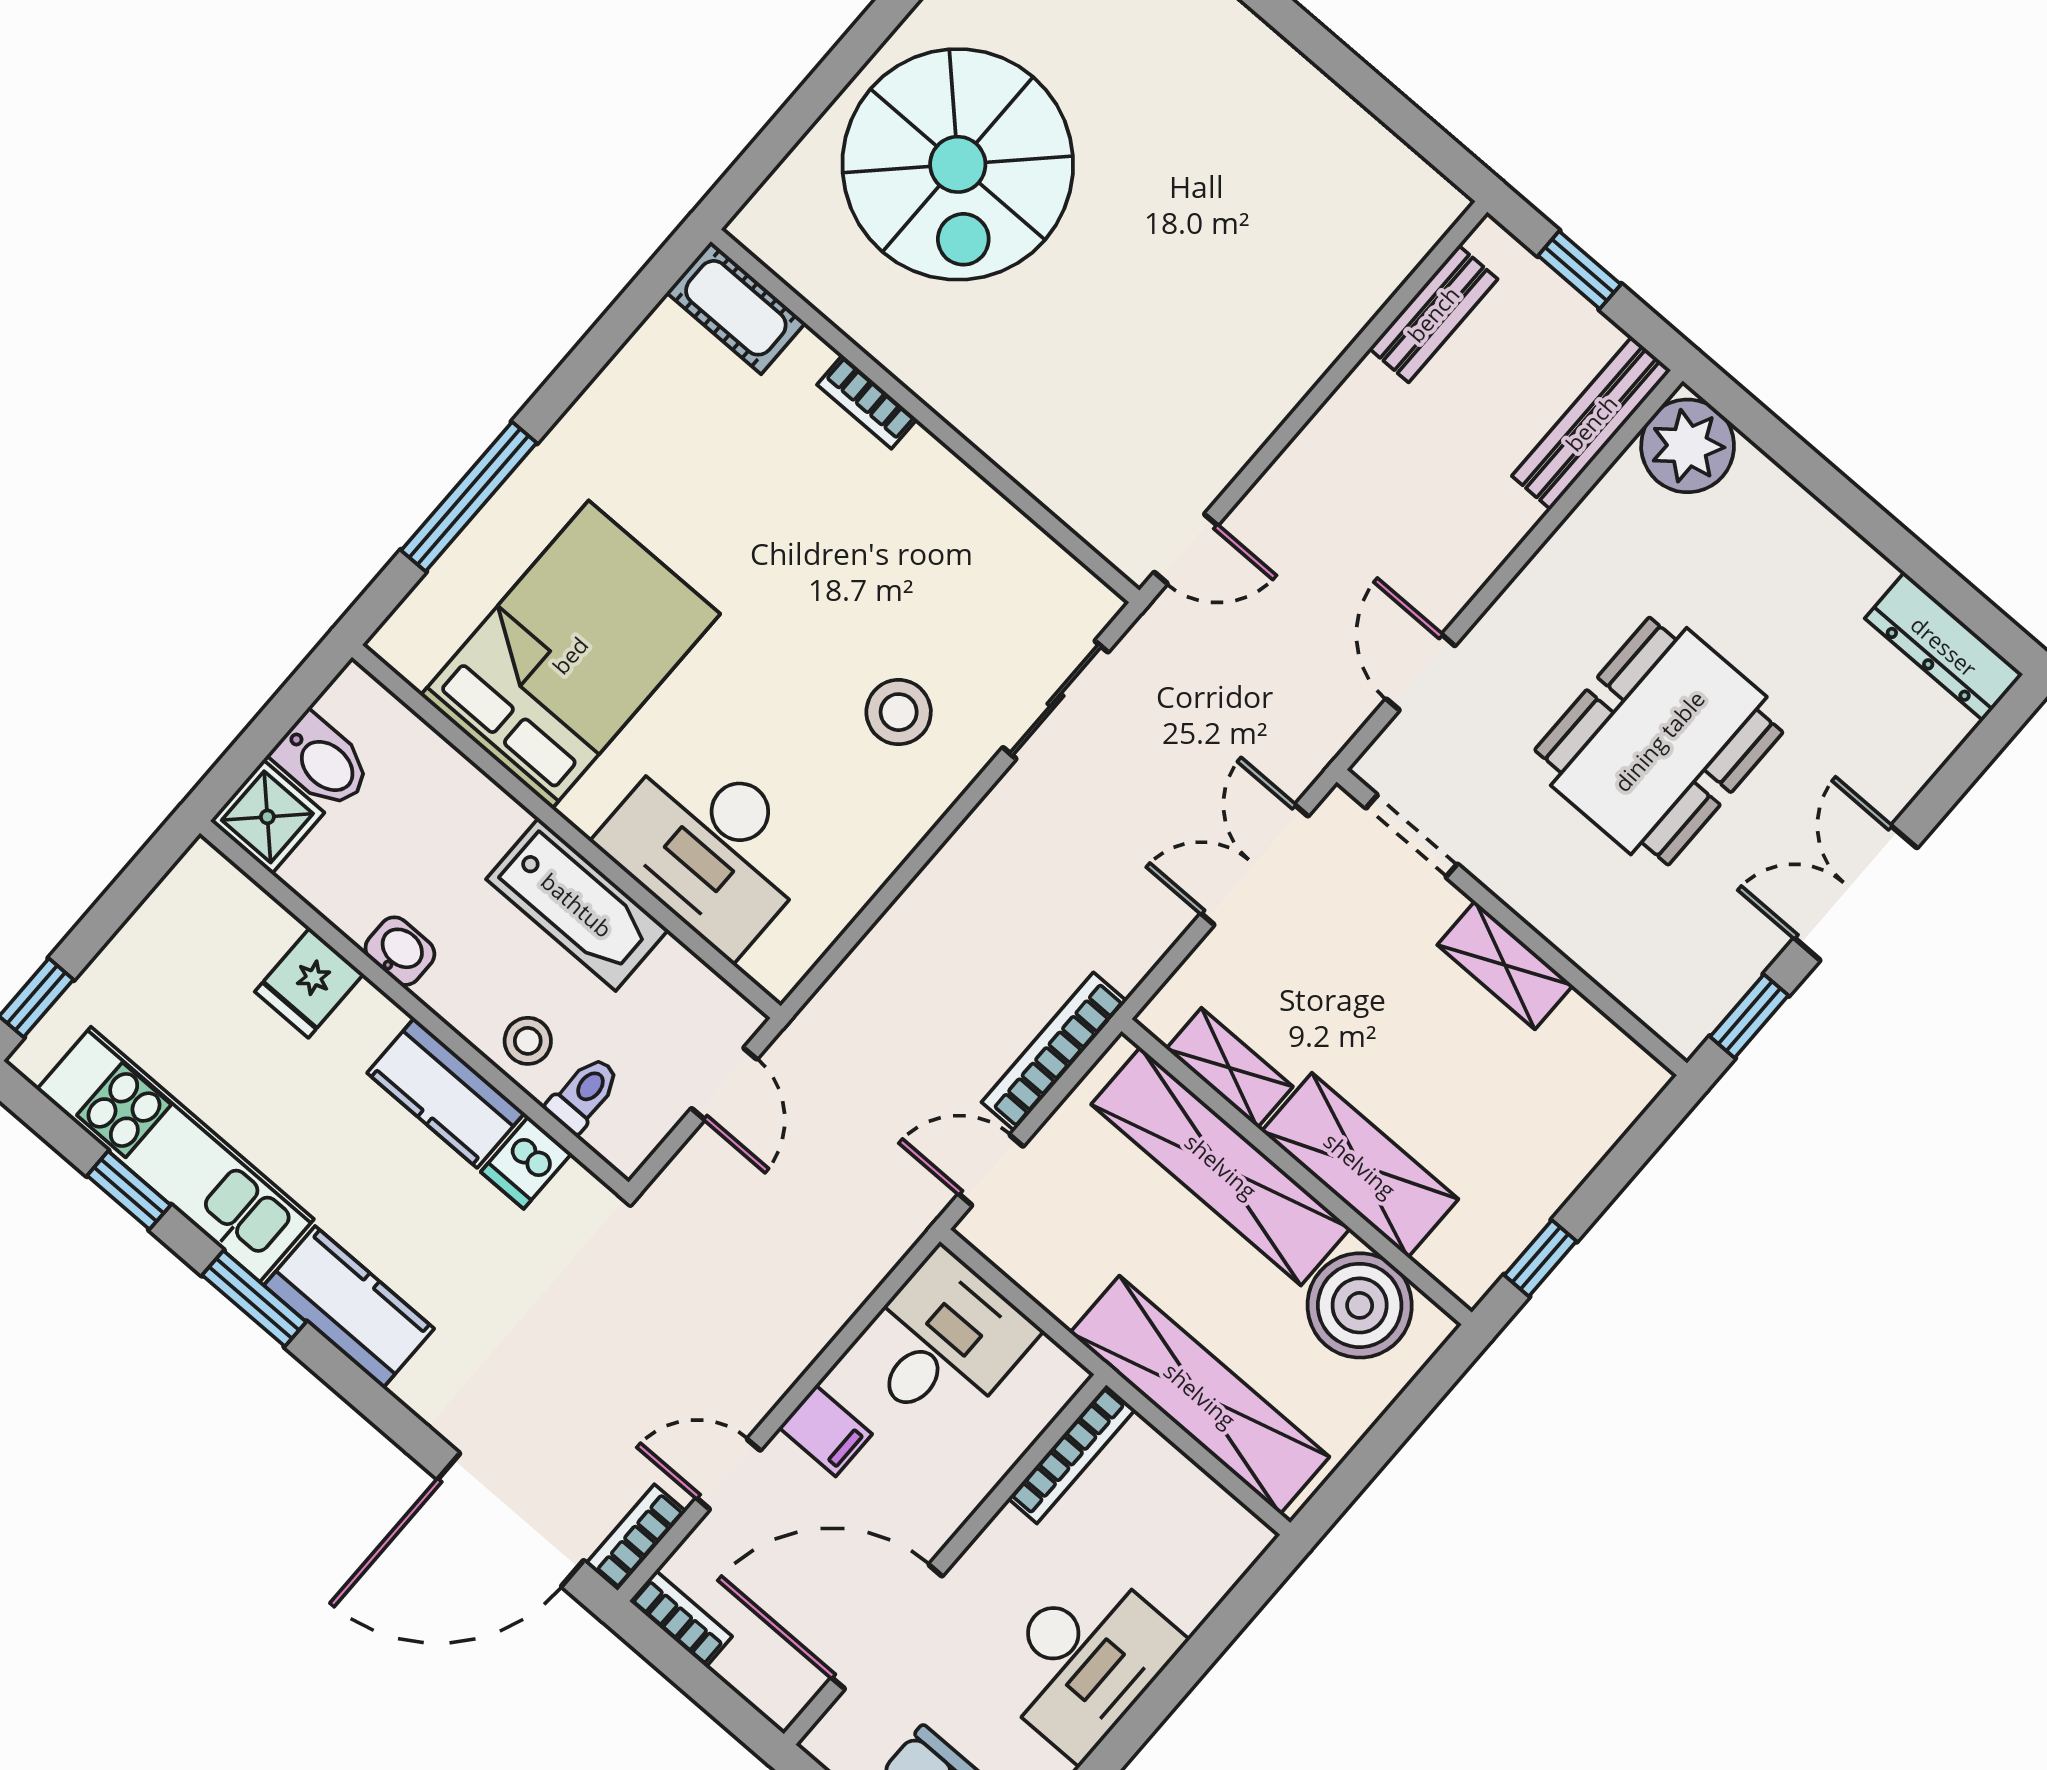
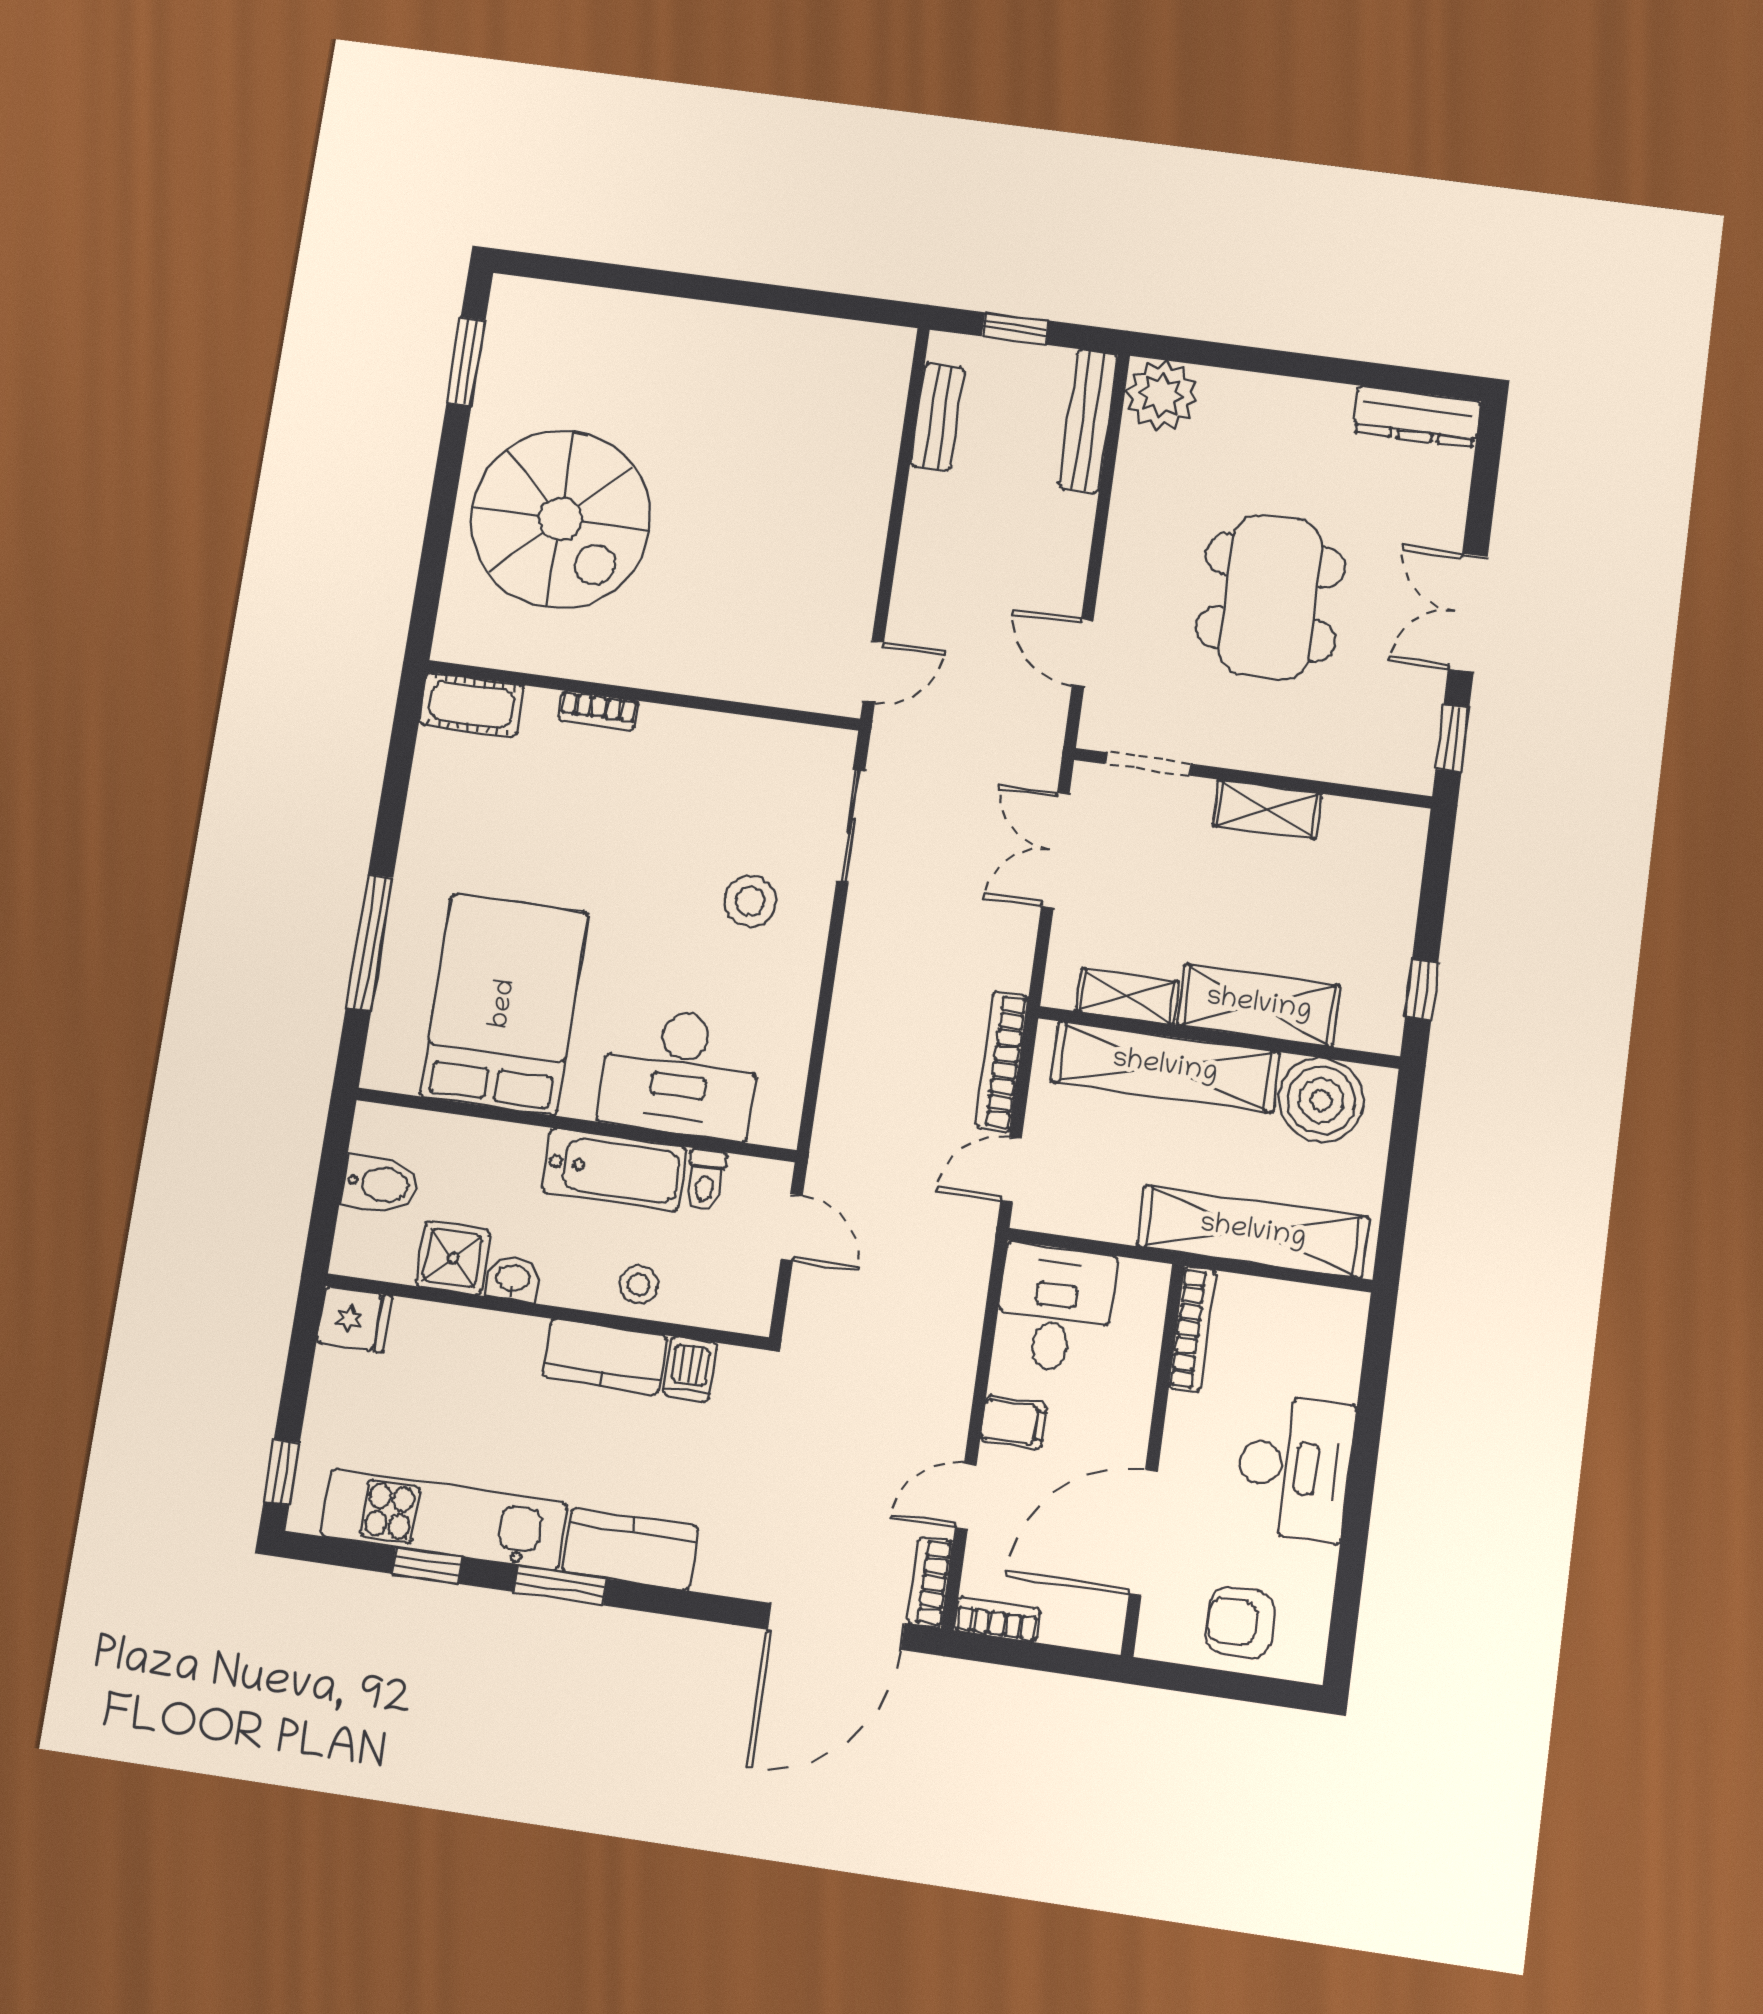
shower: (267, 817) -> (453, 1258), moved
fridge: (309, 983) -> (355, 1319), moved, turned -90
toilet: (584, 1094) -> (705, 1180), moved, turned 180

